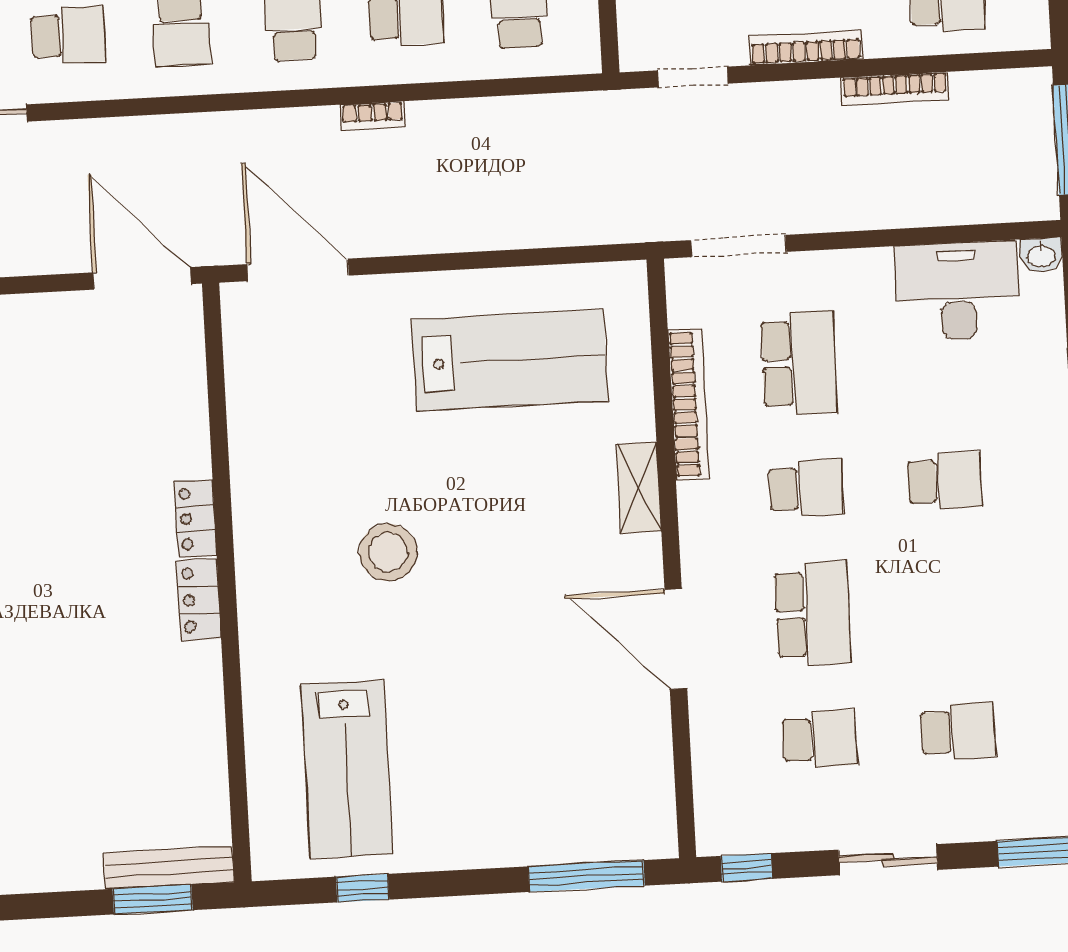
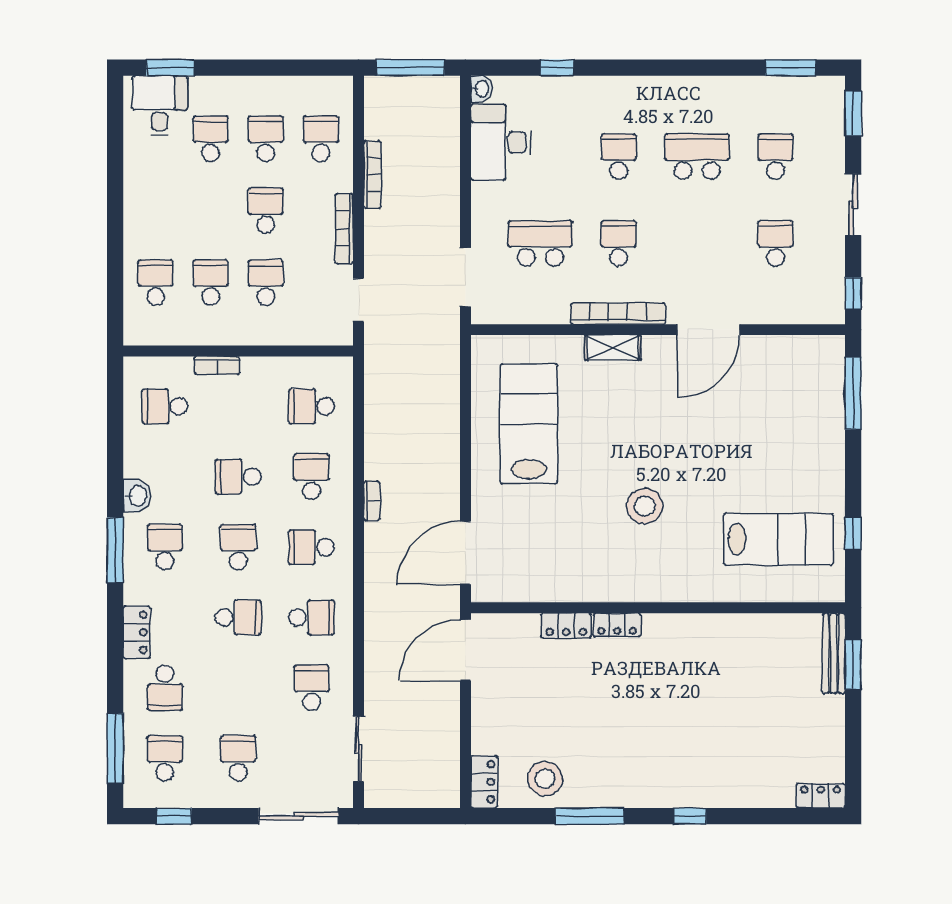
bookcase: (689, 404) -> (618, 314), moved
locker: (199, 600) -> (566, 626), moved
school desk: (813, 614) -> (697, 157), moved

